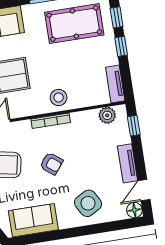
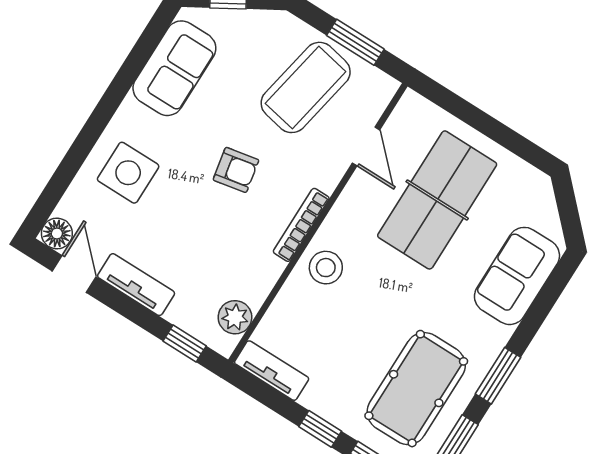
armchair: (51, 164) -> (236, 170), turned -139
side table: (88, 203) -> (128, 173), turned 30

